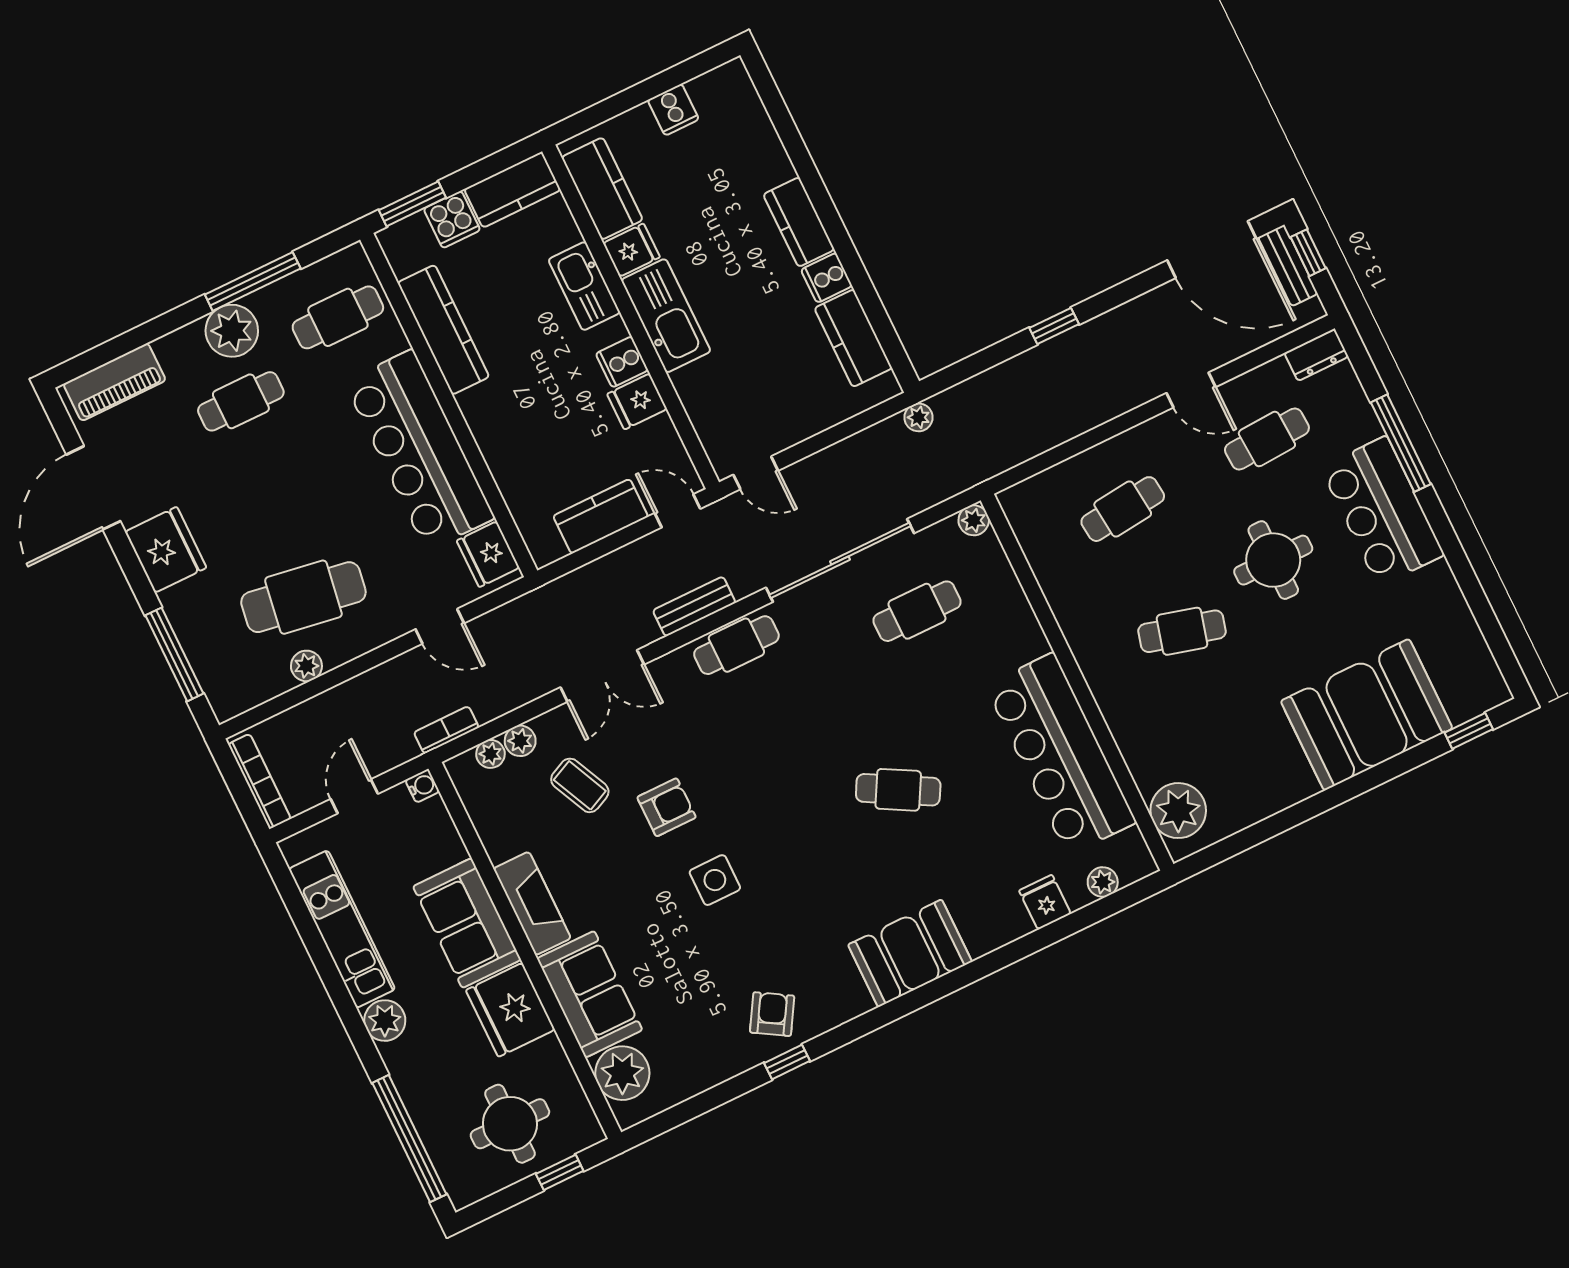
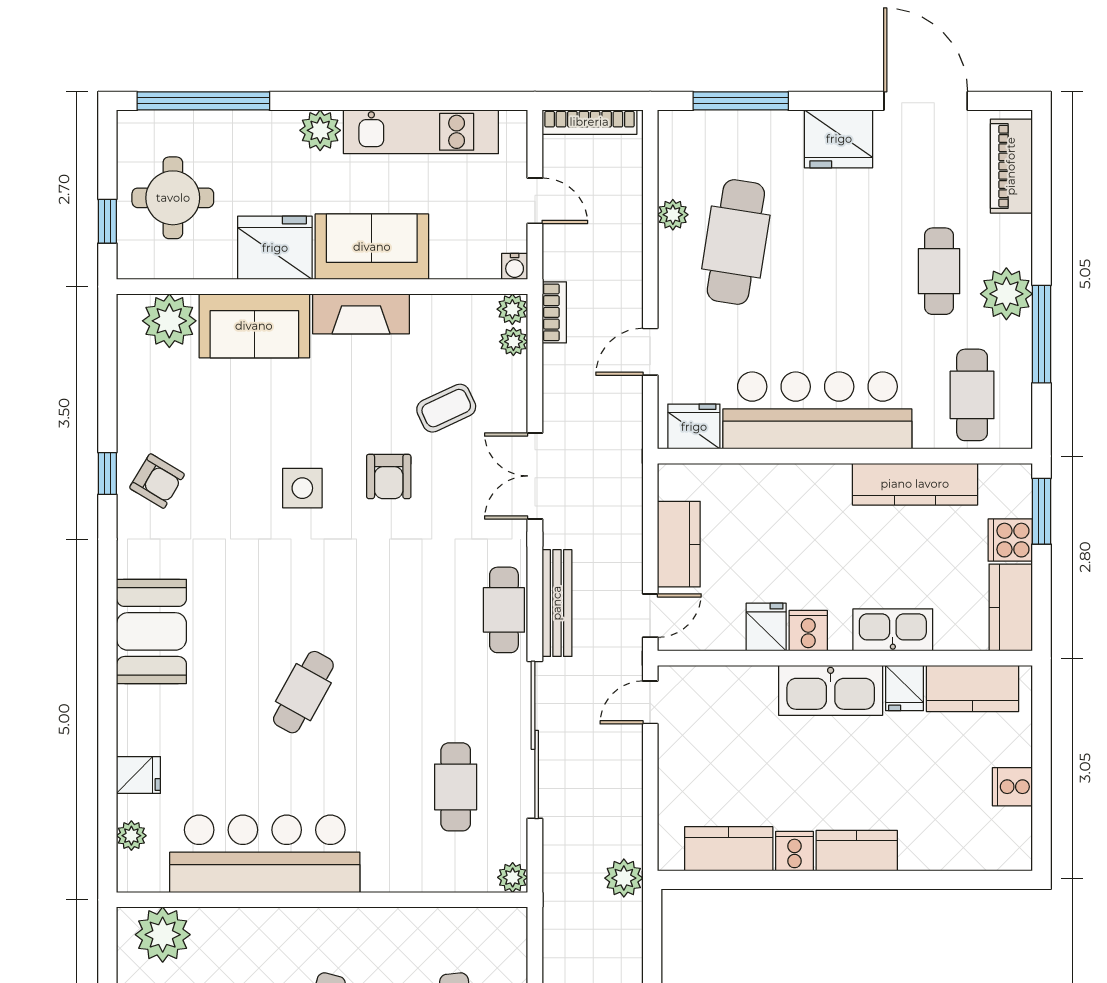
plant: (919, 417) -> (624, 878), width x1.38, depth x1.38
bench: (694, 607) -> (557, 603), width x1.36
plant: (520, 741) -> (512, 309), moved

